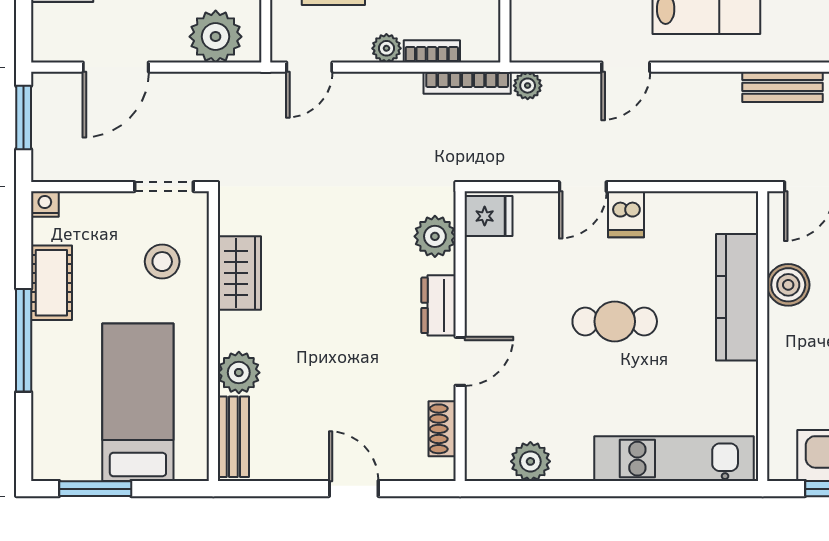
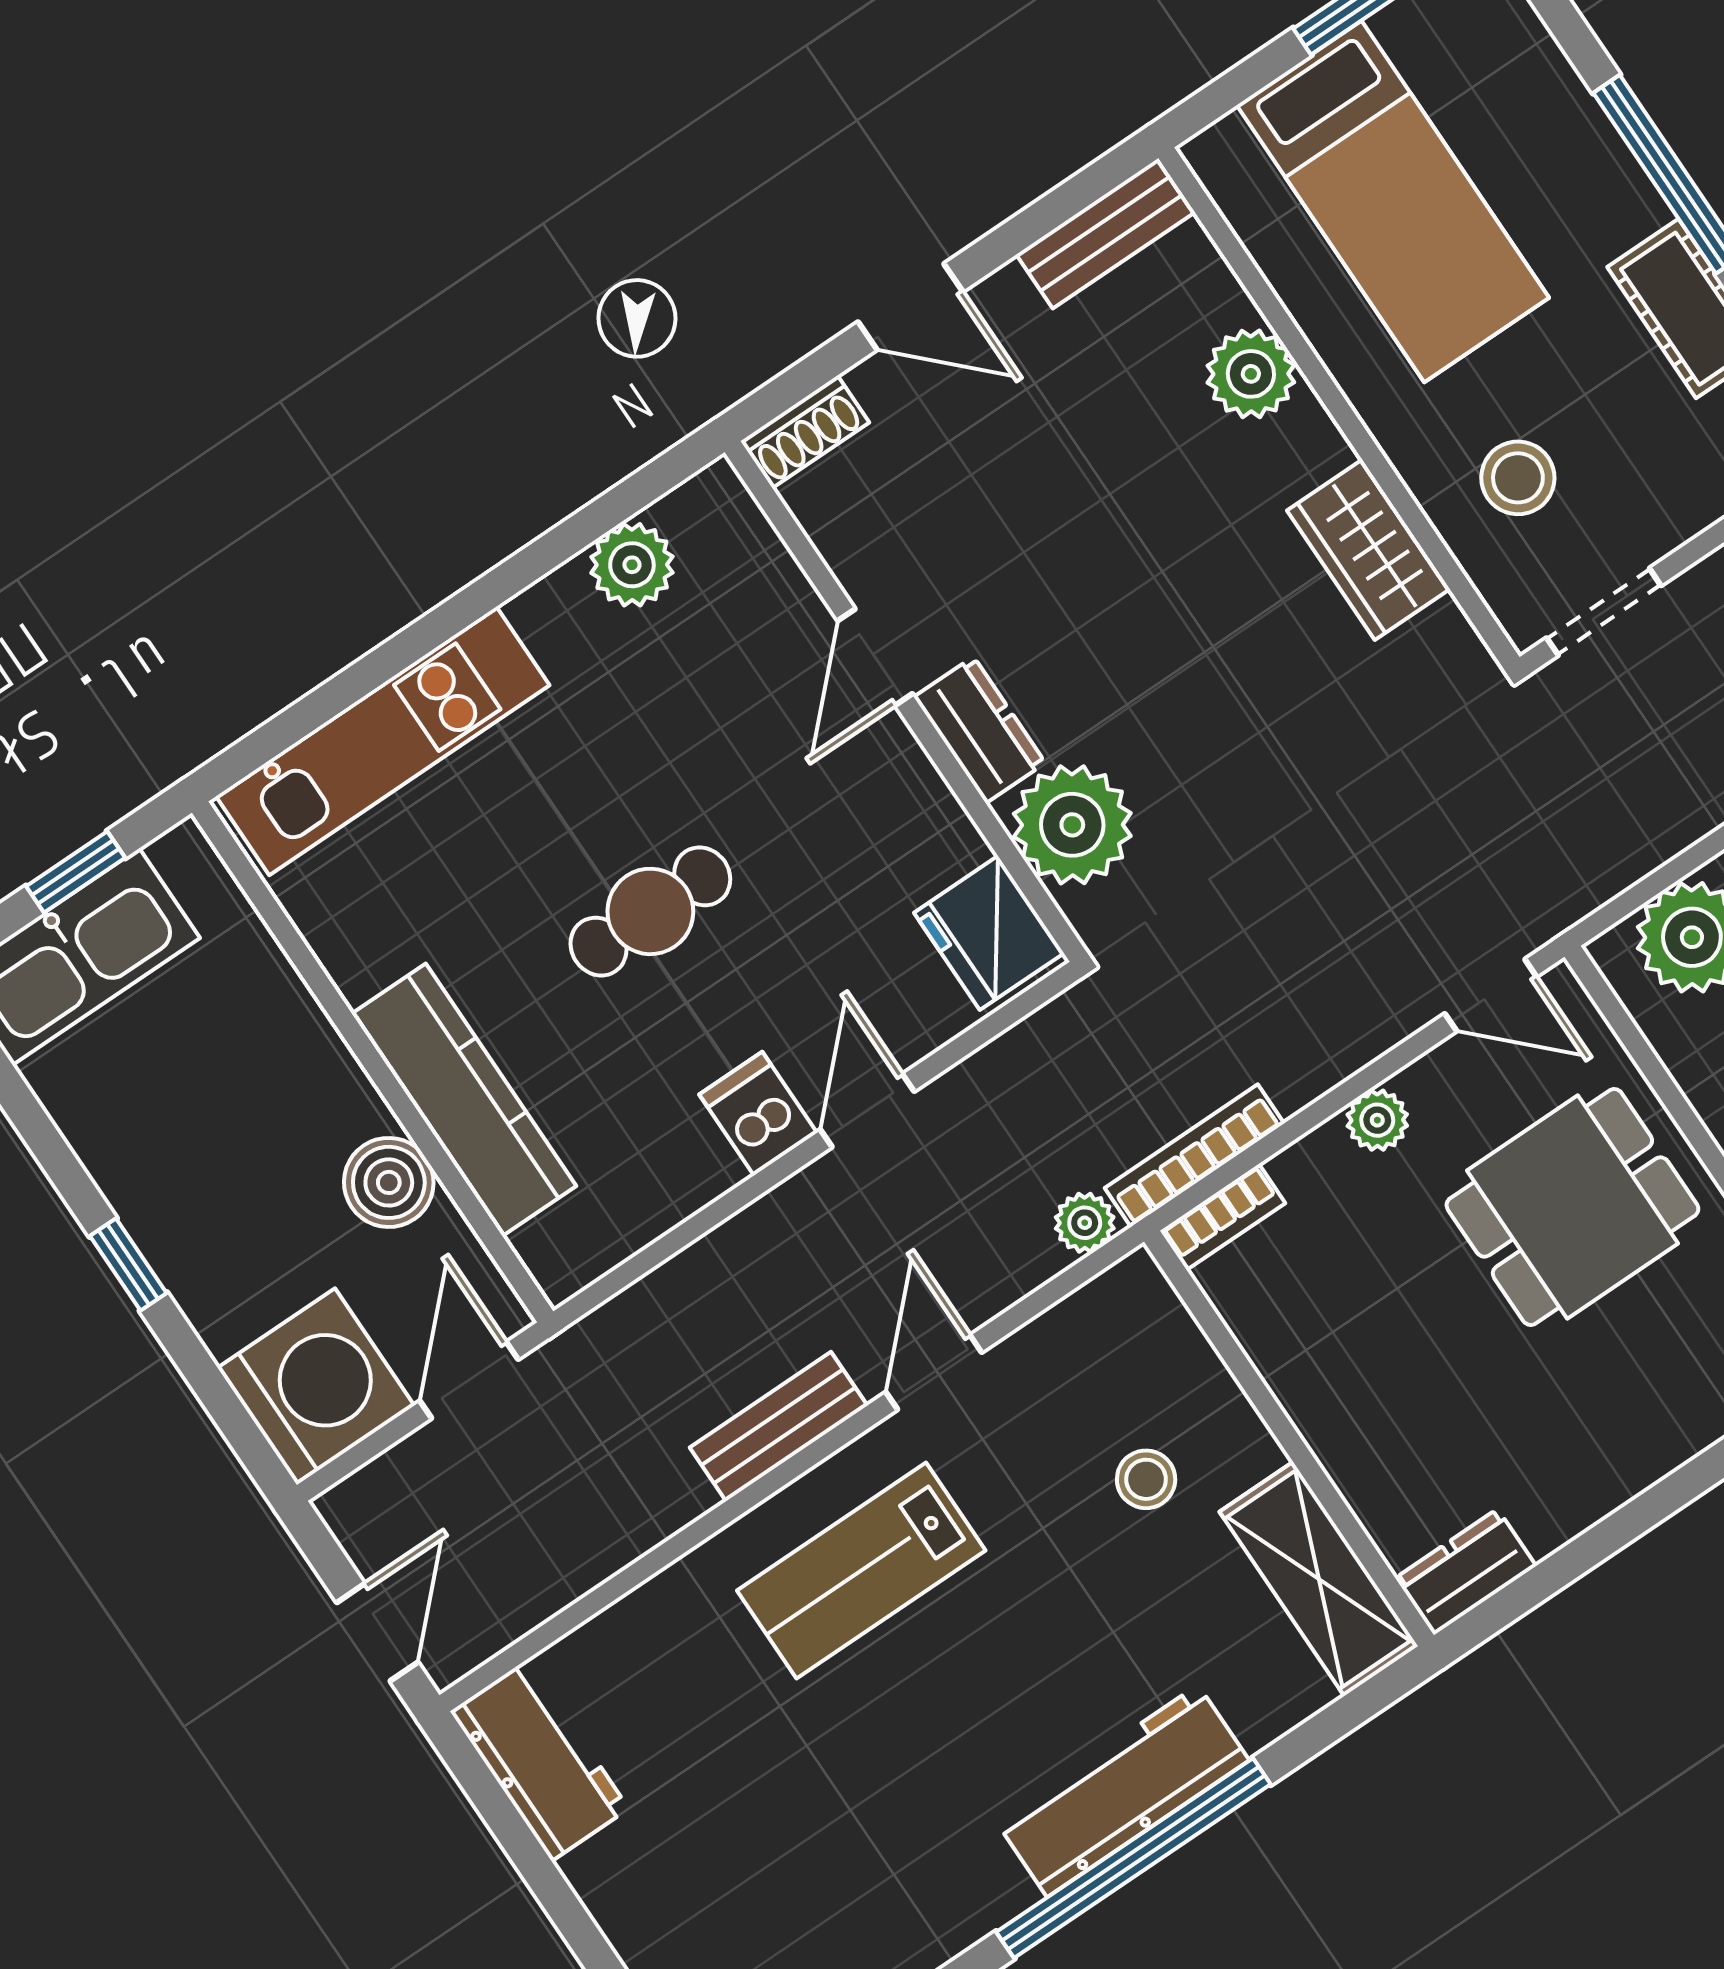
bookcase: (432, 51) -> (1223, 1217), moved
door: (309, 67) -> (1491, 995), swing flipped
bench: (782, 87) -> (779, 1426), moved
fridge: (488, 216) -> (989, 933), width x1.38
plant: (435, 236) -> (1072, 825), width x1.36, depth x1.36
shoe rack: (442, 429) -> (805, 432), moved, turned 90
bench: (233, 437) -> (1106, 233), moved, turned 90

